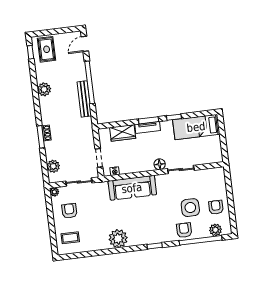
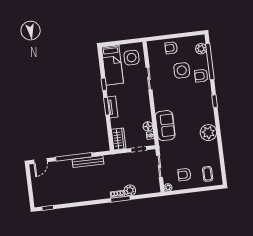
door: (85, 44) -> (41, 161), hinge flipped
rug: (47, 49) -> (45, 194), removed
plant: (44, 89) -> (80, 196), removed
wardrobe: (123, 133) -> (119, 139), moved
side table: (205, 149) -> (132, 58), added
floor lamp: (160, 164) -> (148, 126), moved
plant: (53, 166) -> (130, 190), moved
sofa: (132, 188) -> (165, 126), width x0.73
armchair: (216, 207) -> (171, 48), moved

